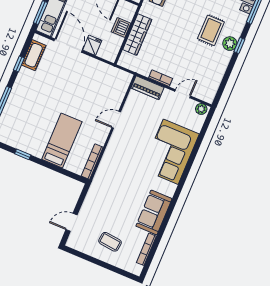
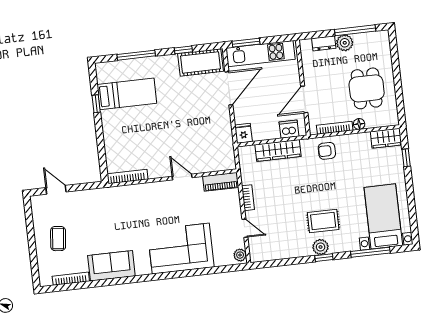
dishwasher: (121, 27) -> (289, 129), moved
fridge: (92, 45) -> (243, 133), moved, turned -90
cot: (34, 55) -> (201, 62), width x1.37, depth x1.34
piano: (148, 88) -> (221, 182), moved, turned -90
bed: (62, 141) -> (127, 94), moved

